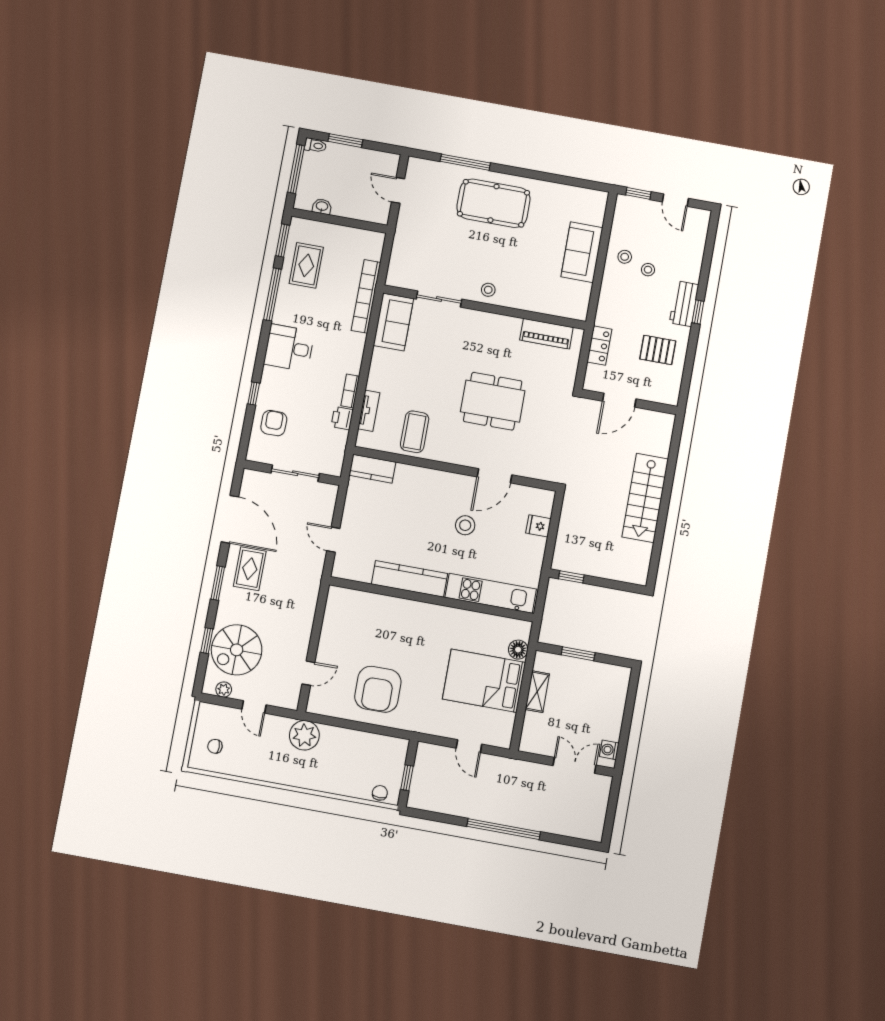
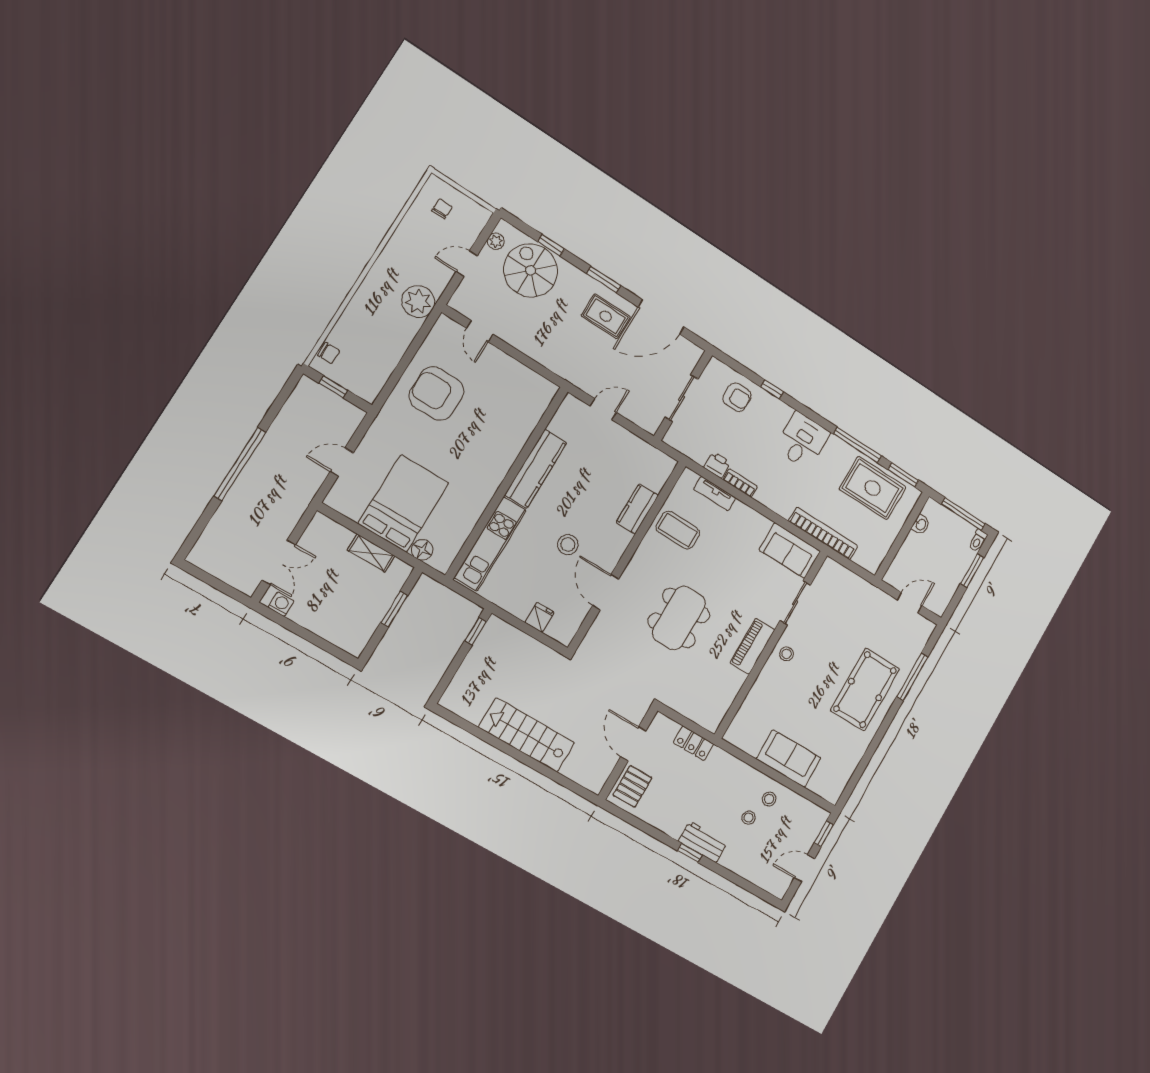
rug: (306, 265) -> (873, 488), width x1.36, depth x1.43
piano: (546, 334) -> (752, 646), moved
pallet: (658, 350) -> (633, 786), moved
kitchen counter: (372, 469) -> (637, 509), moved

